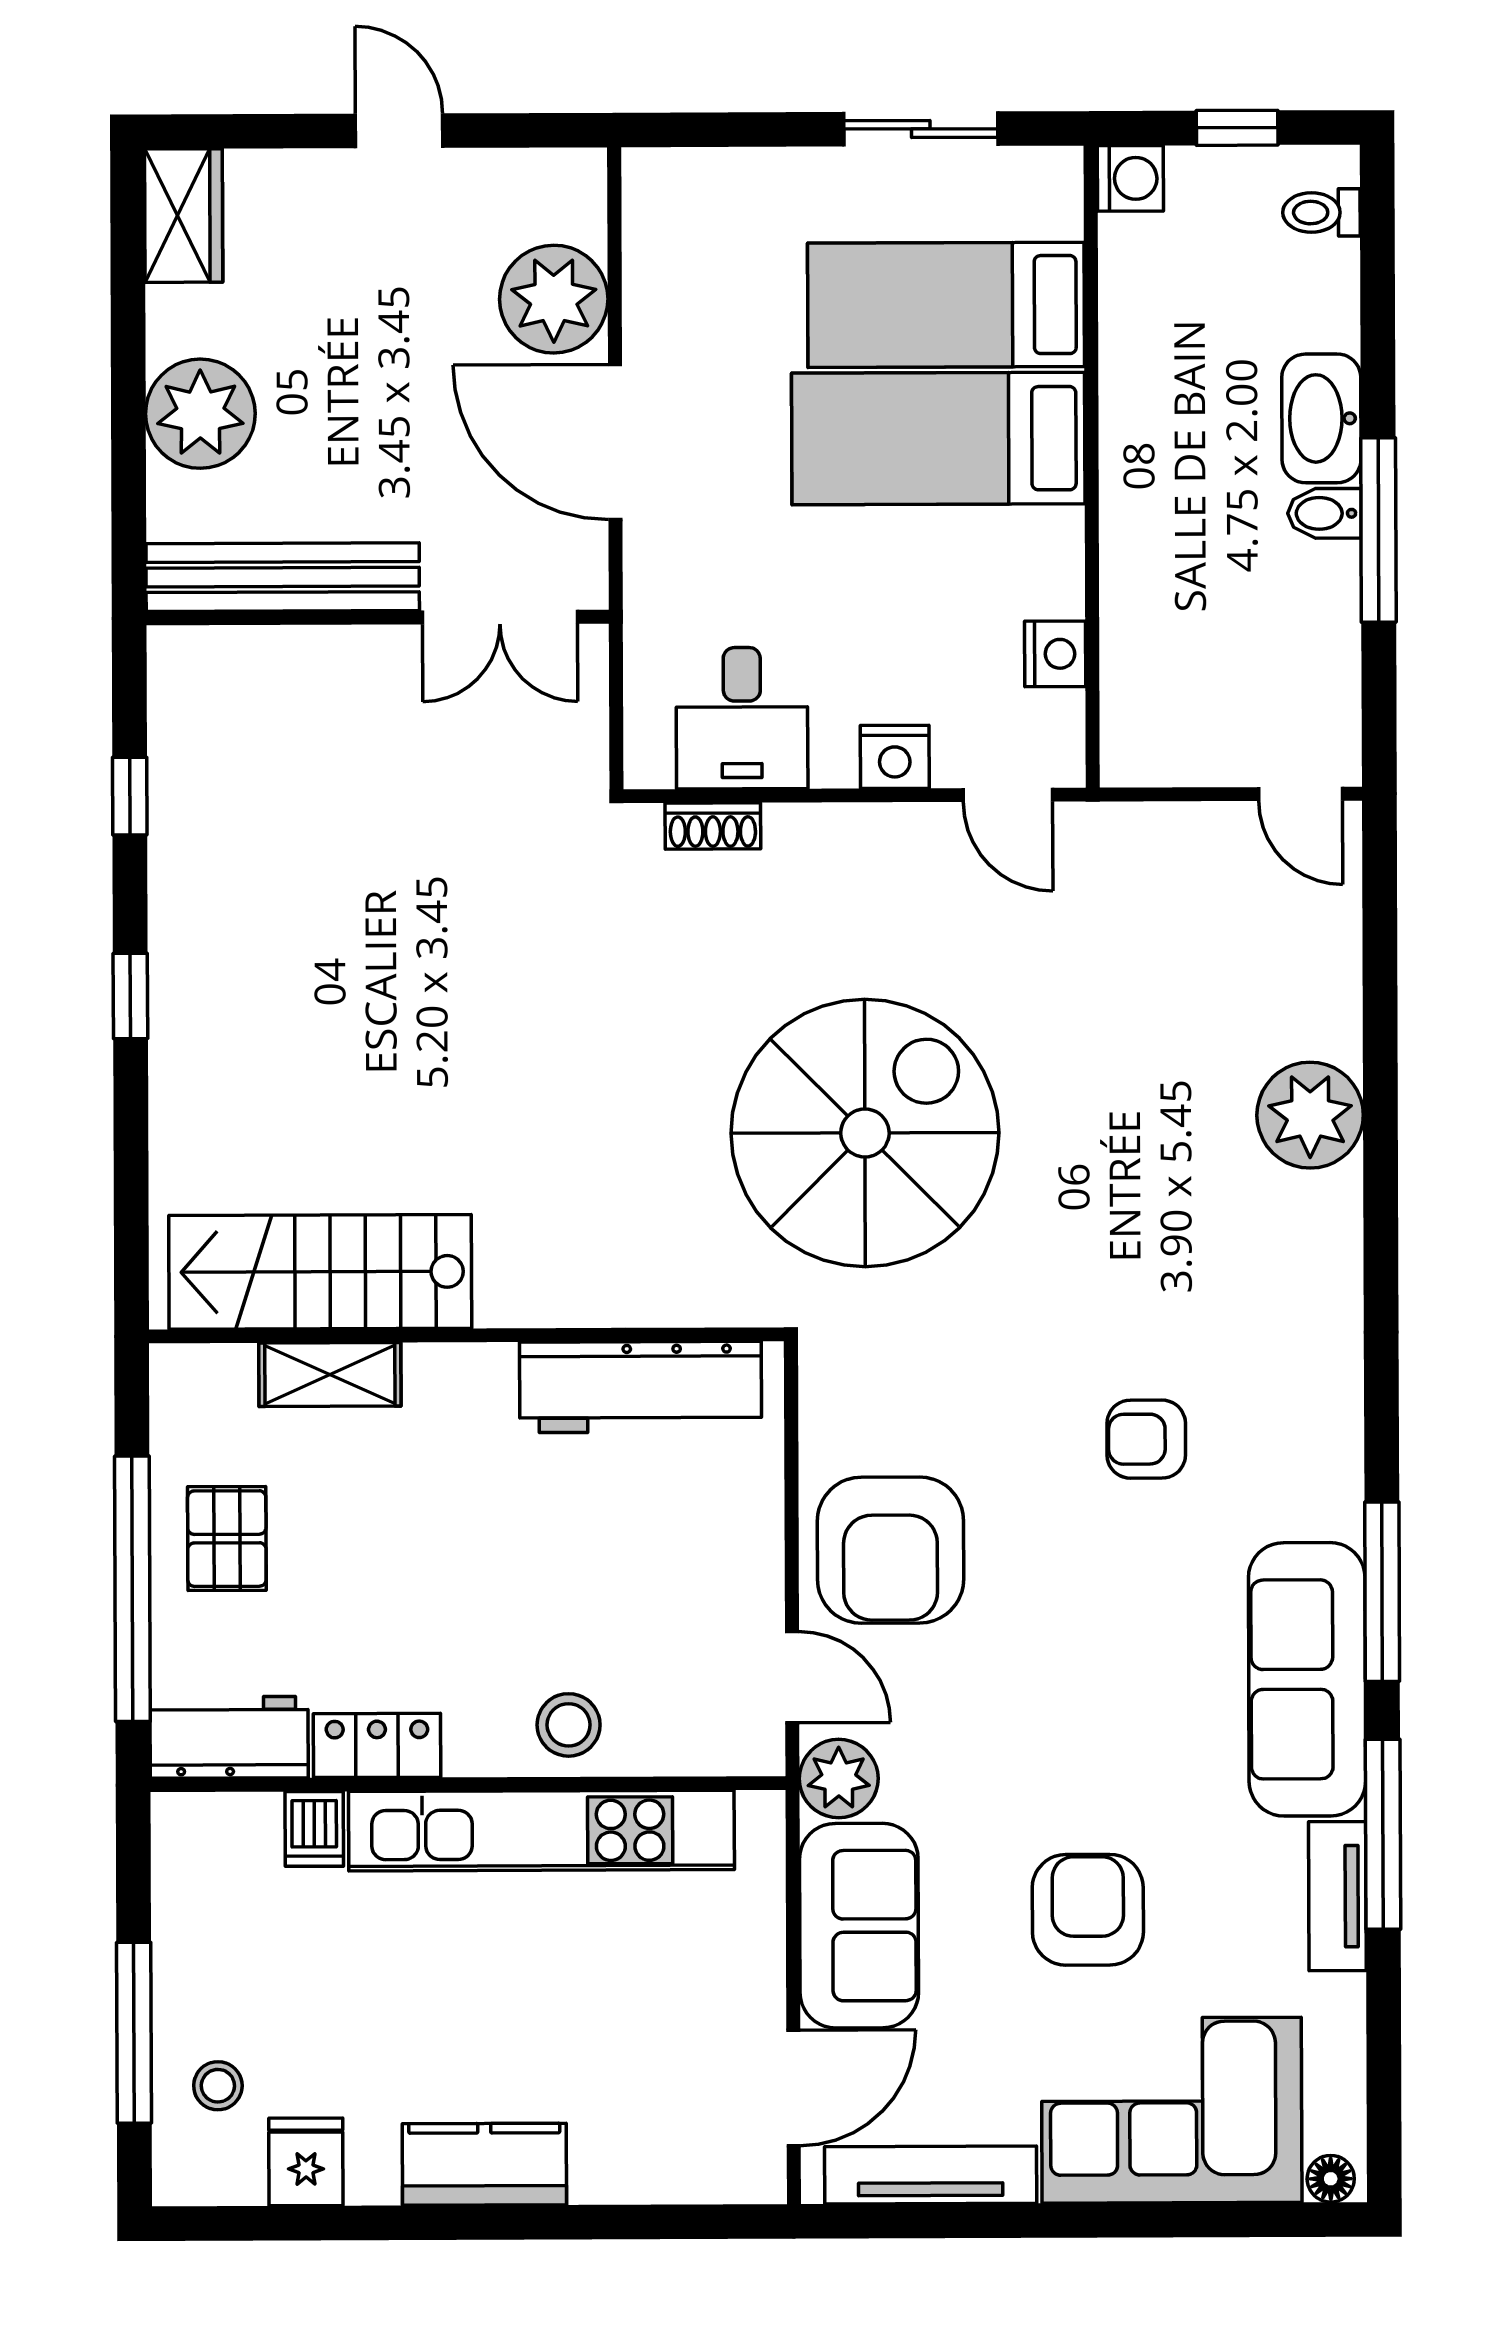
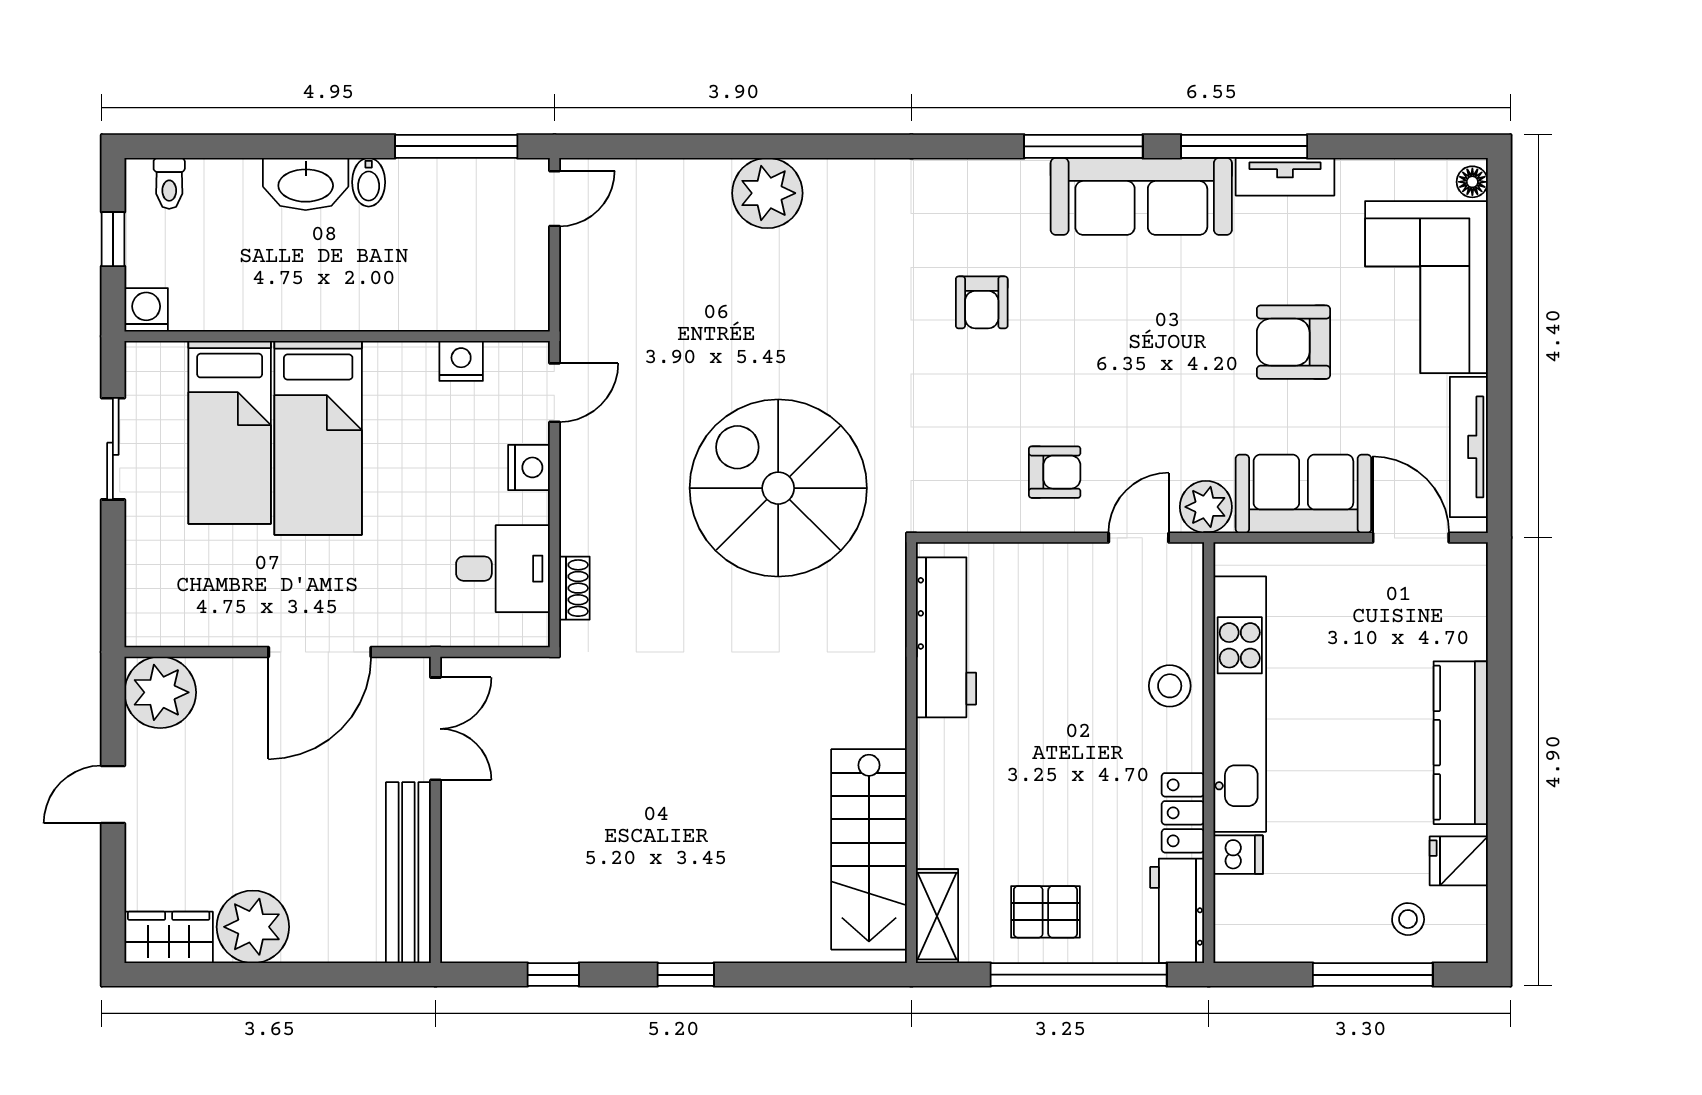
plant: (554, 299) -> (160, 692), moved
plant: (200, 414) -> (253, 927), moved
window: (1378, 530) -> (456, 146), moved
shelving: (330, 1375) -> (937, 916), moved
armchair: (890, 1550) -> (1055, 472), width x0.53, depth x0.53
kitchen counter: (484, 2164) -> (1461, 743), width x1.50

